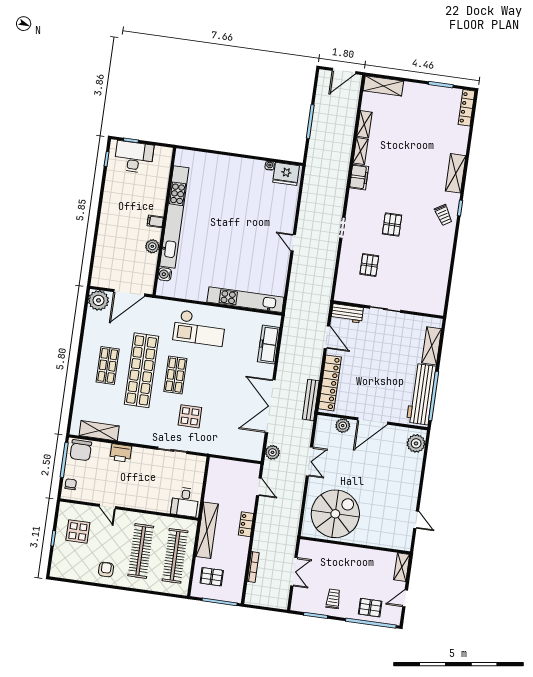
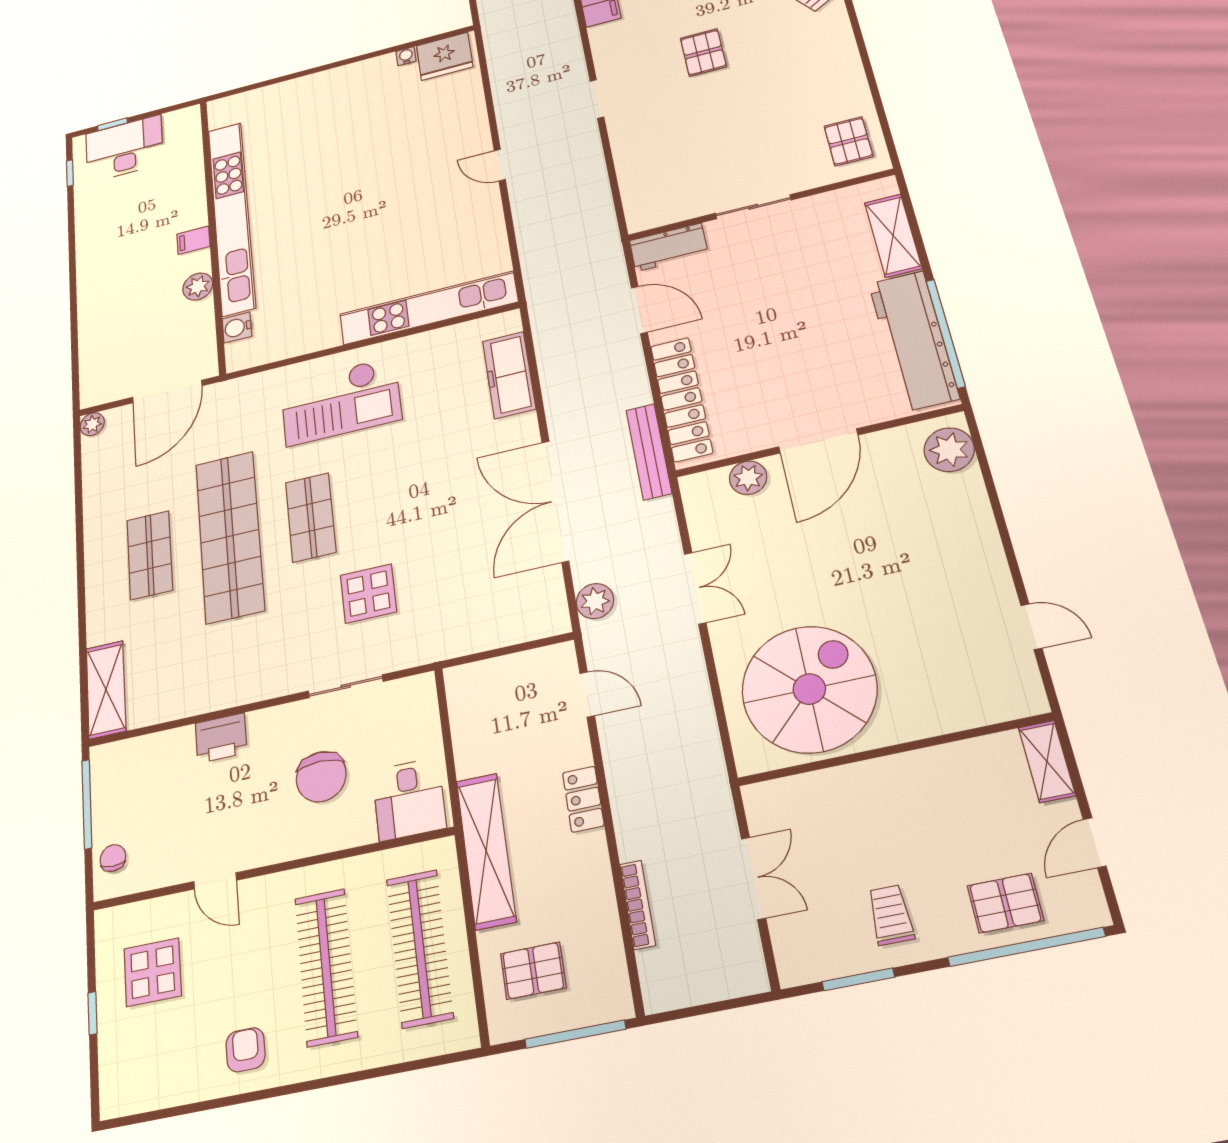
pallet: (369, 265) -> (848, 141), moved
plant: (99, 300) -> (92, 424), width x0.53, depth x0.53
shelving: (99, 431) -> (106, 690), moved, turned 90
chair: (81, 450) -> (321, 777), moved

